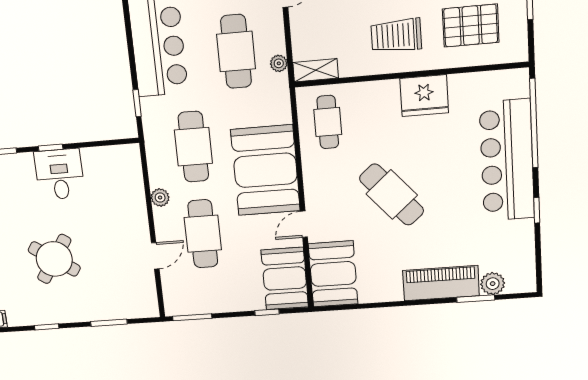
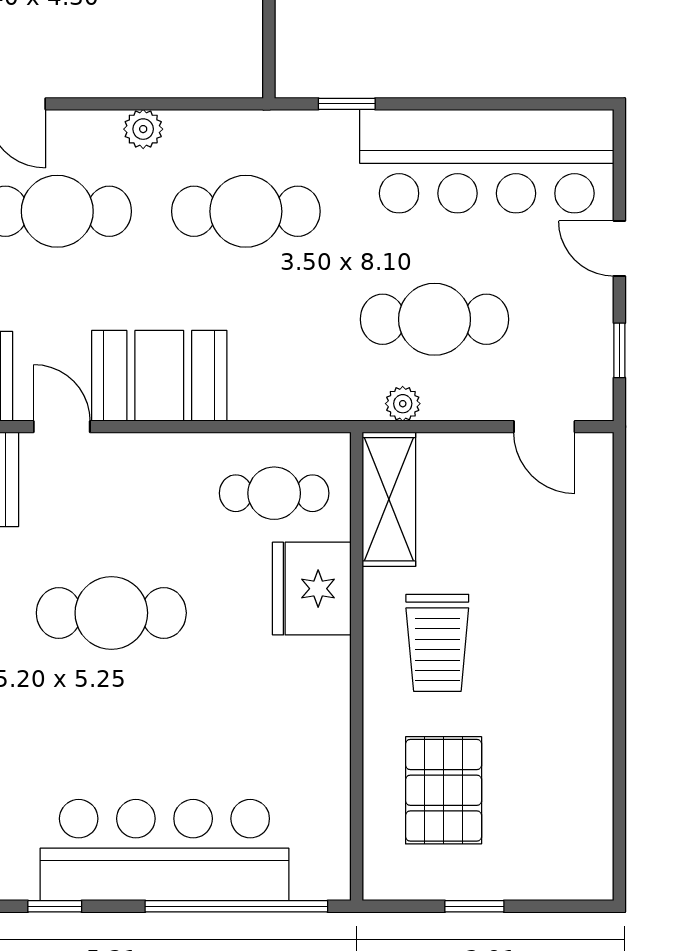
trolley: (396, 35) -> (437, 643), turned 180
shelving: (316, 70) -> (389, 499), width x1.50, depth x1.33
fridge: (424, 96) -> (312, 589), moved
booth: (265, 170) -> (159, 376), width x0.73, depth x0.70
cafe table: (392, 195) -> (111, 613), turned 41

